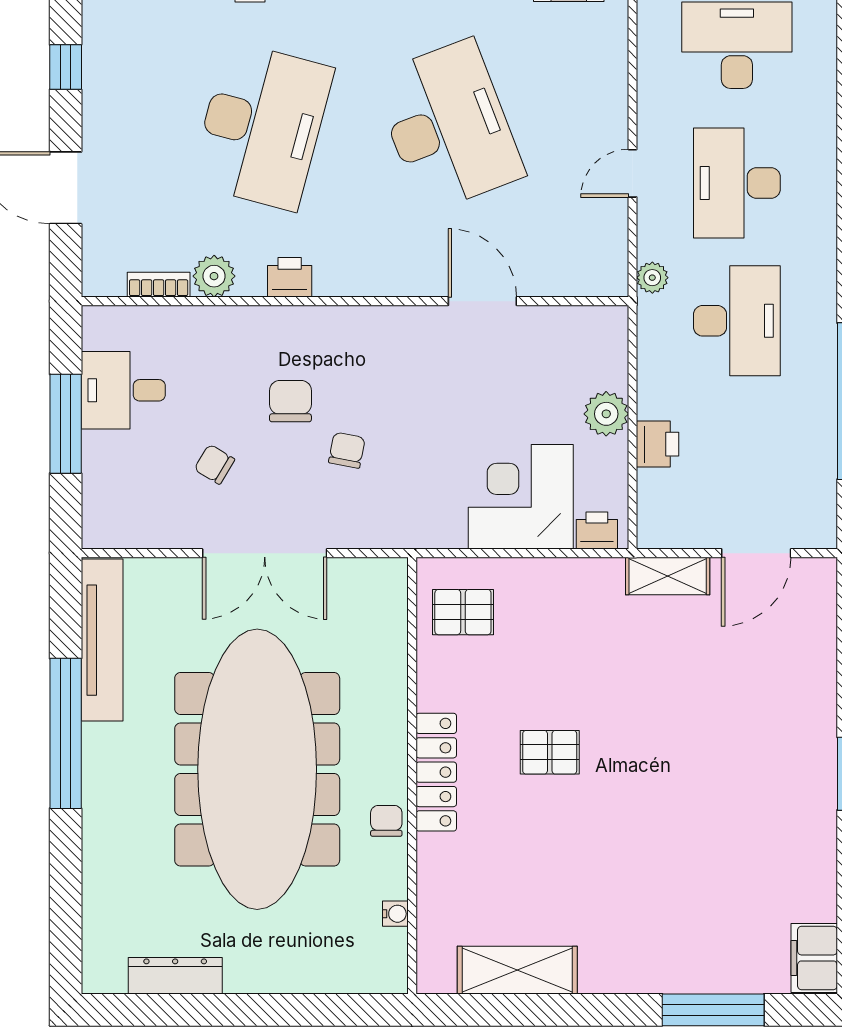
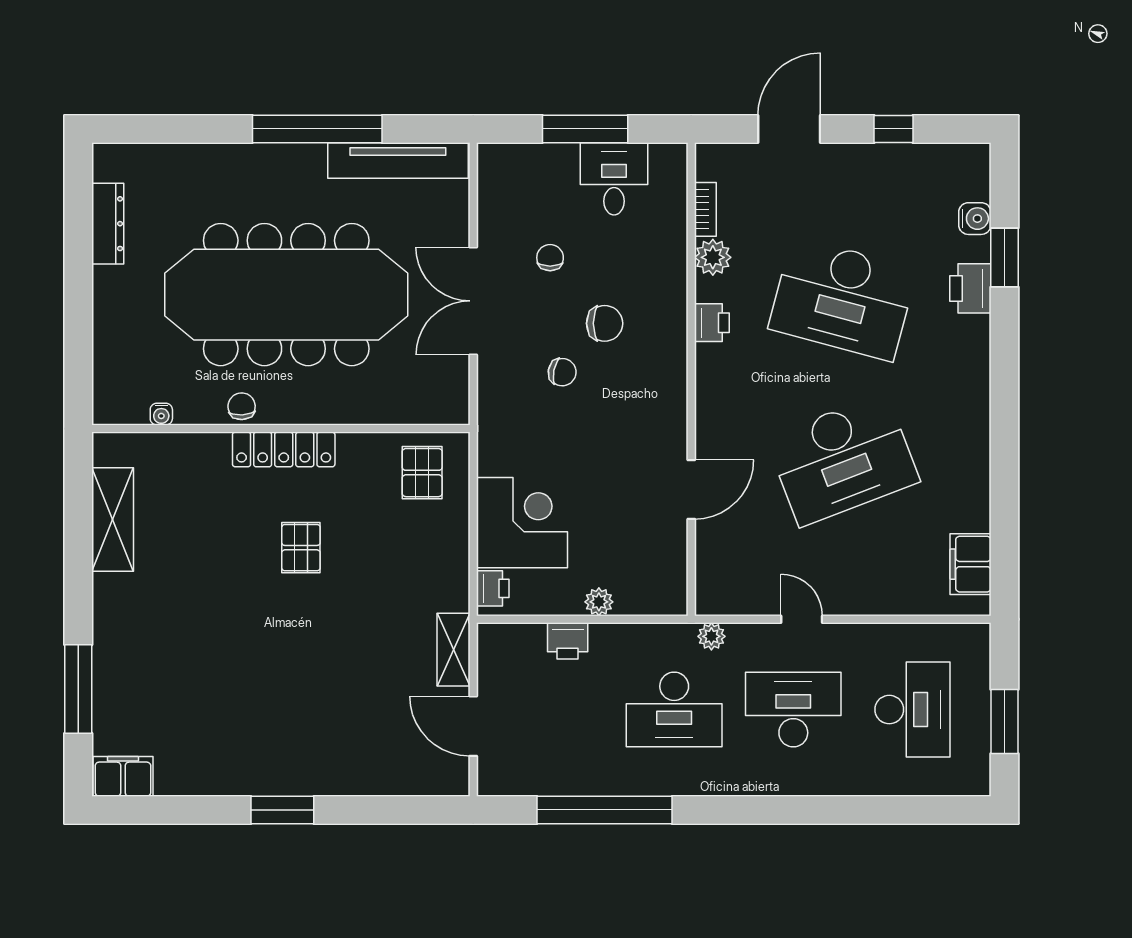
plant: (606, 414) -> (599, 602), width x0.73, depth x0.73
chair: (214, 464) -> (550, 258), turned -31
chair: (386, 821) -> (242, 406), turned -93

